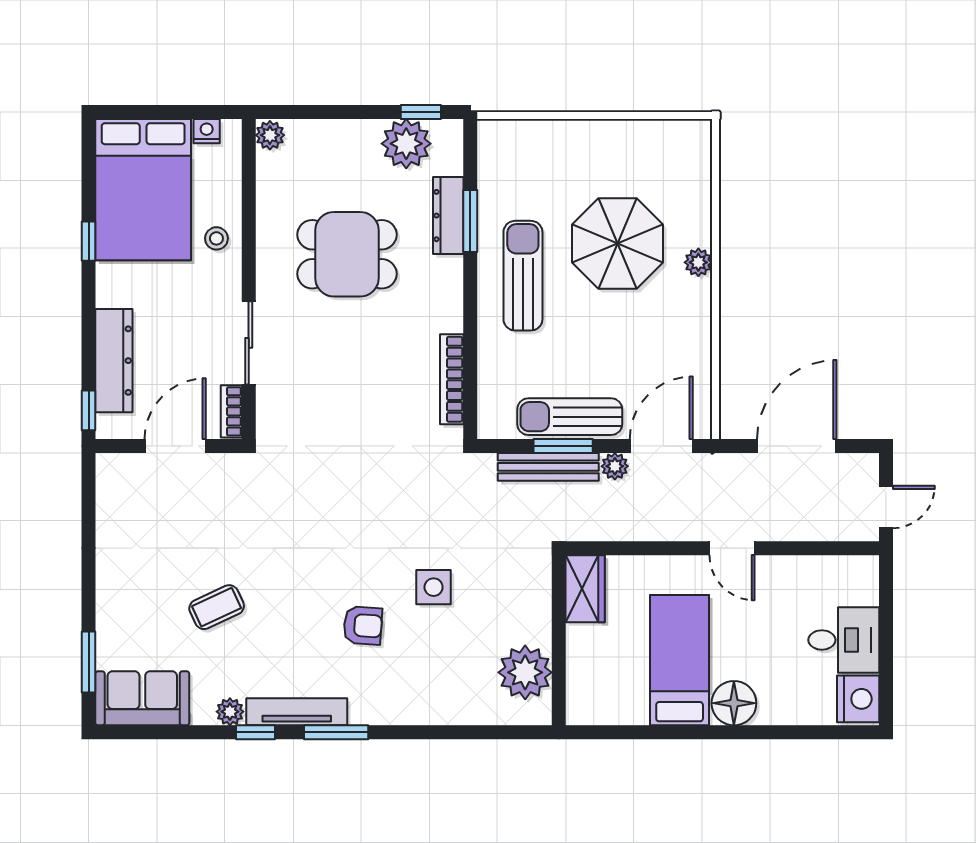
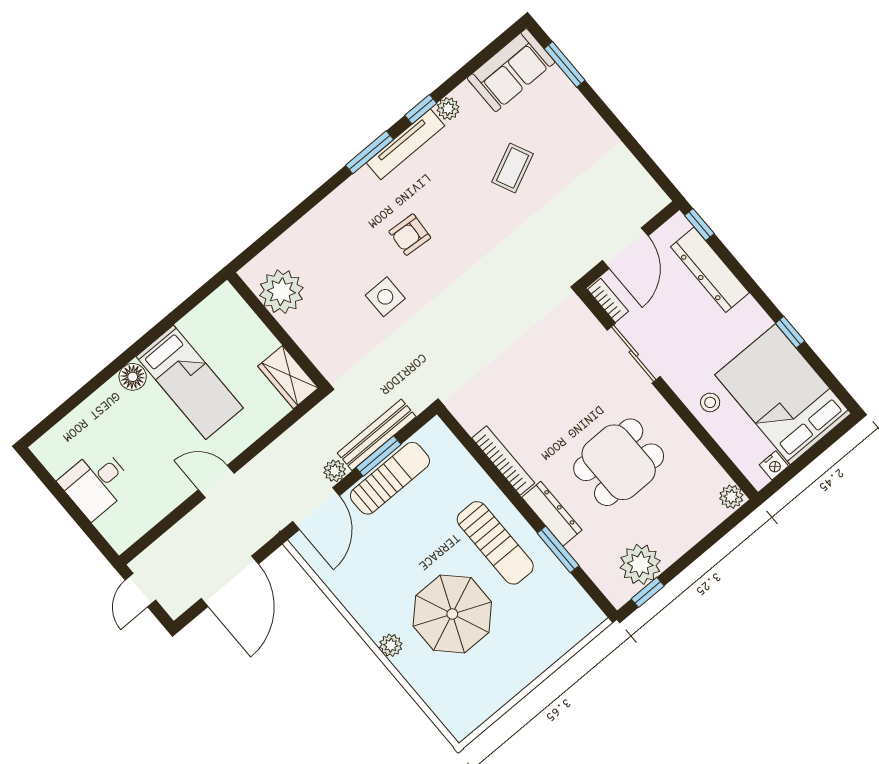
dresser: (448, 216) -> (552, 514), moved
bookcase: (452, 379) -> (503, 460), moved
nightstand: (858, 699) -> (55, 453), removed
floor lamp: (734, 703) -> (133, 377), width x0.73, depth x0.73

